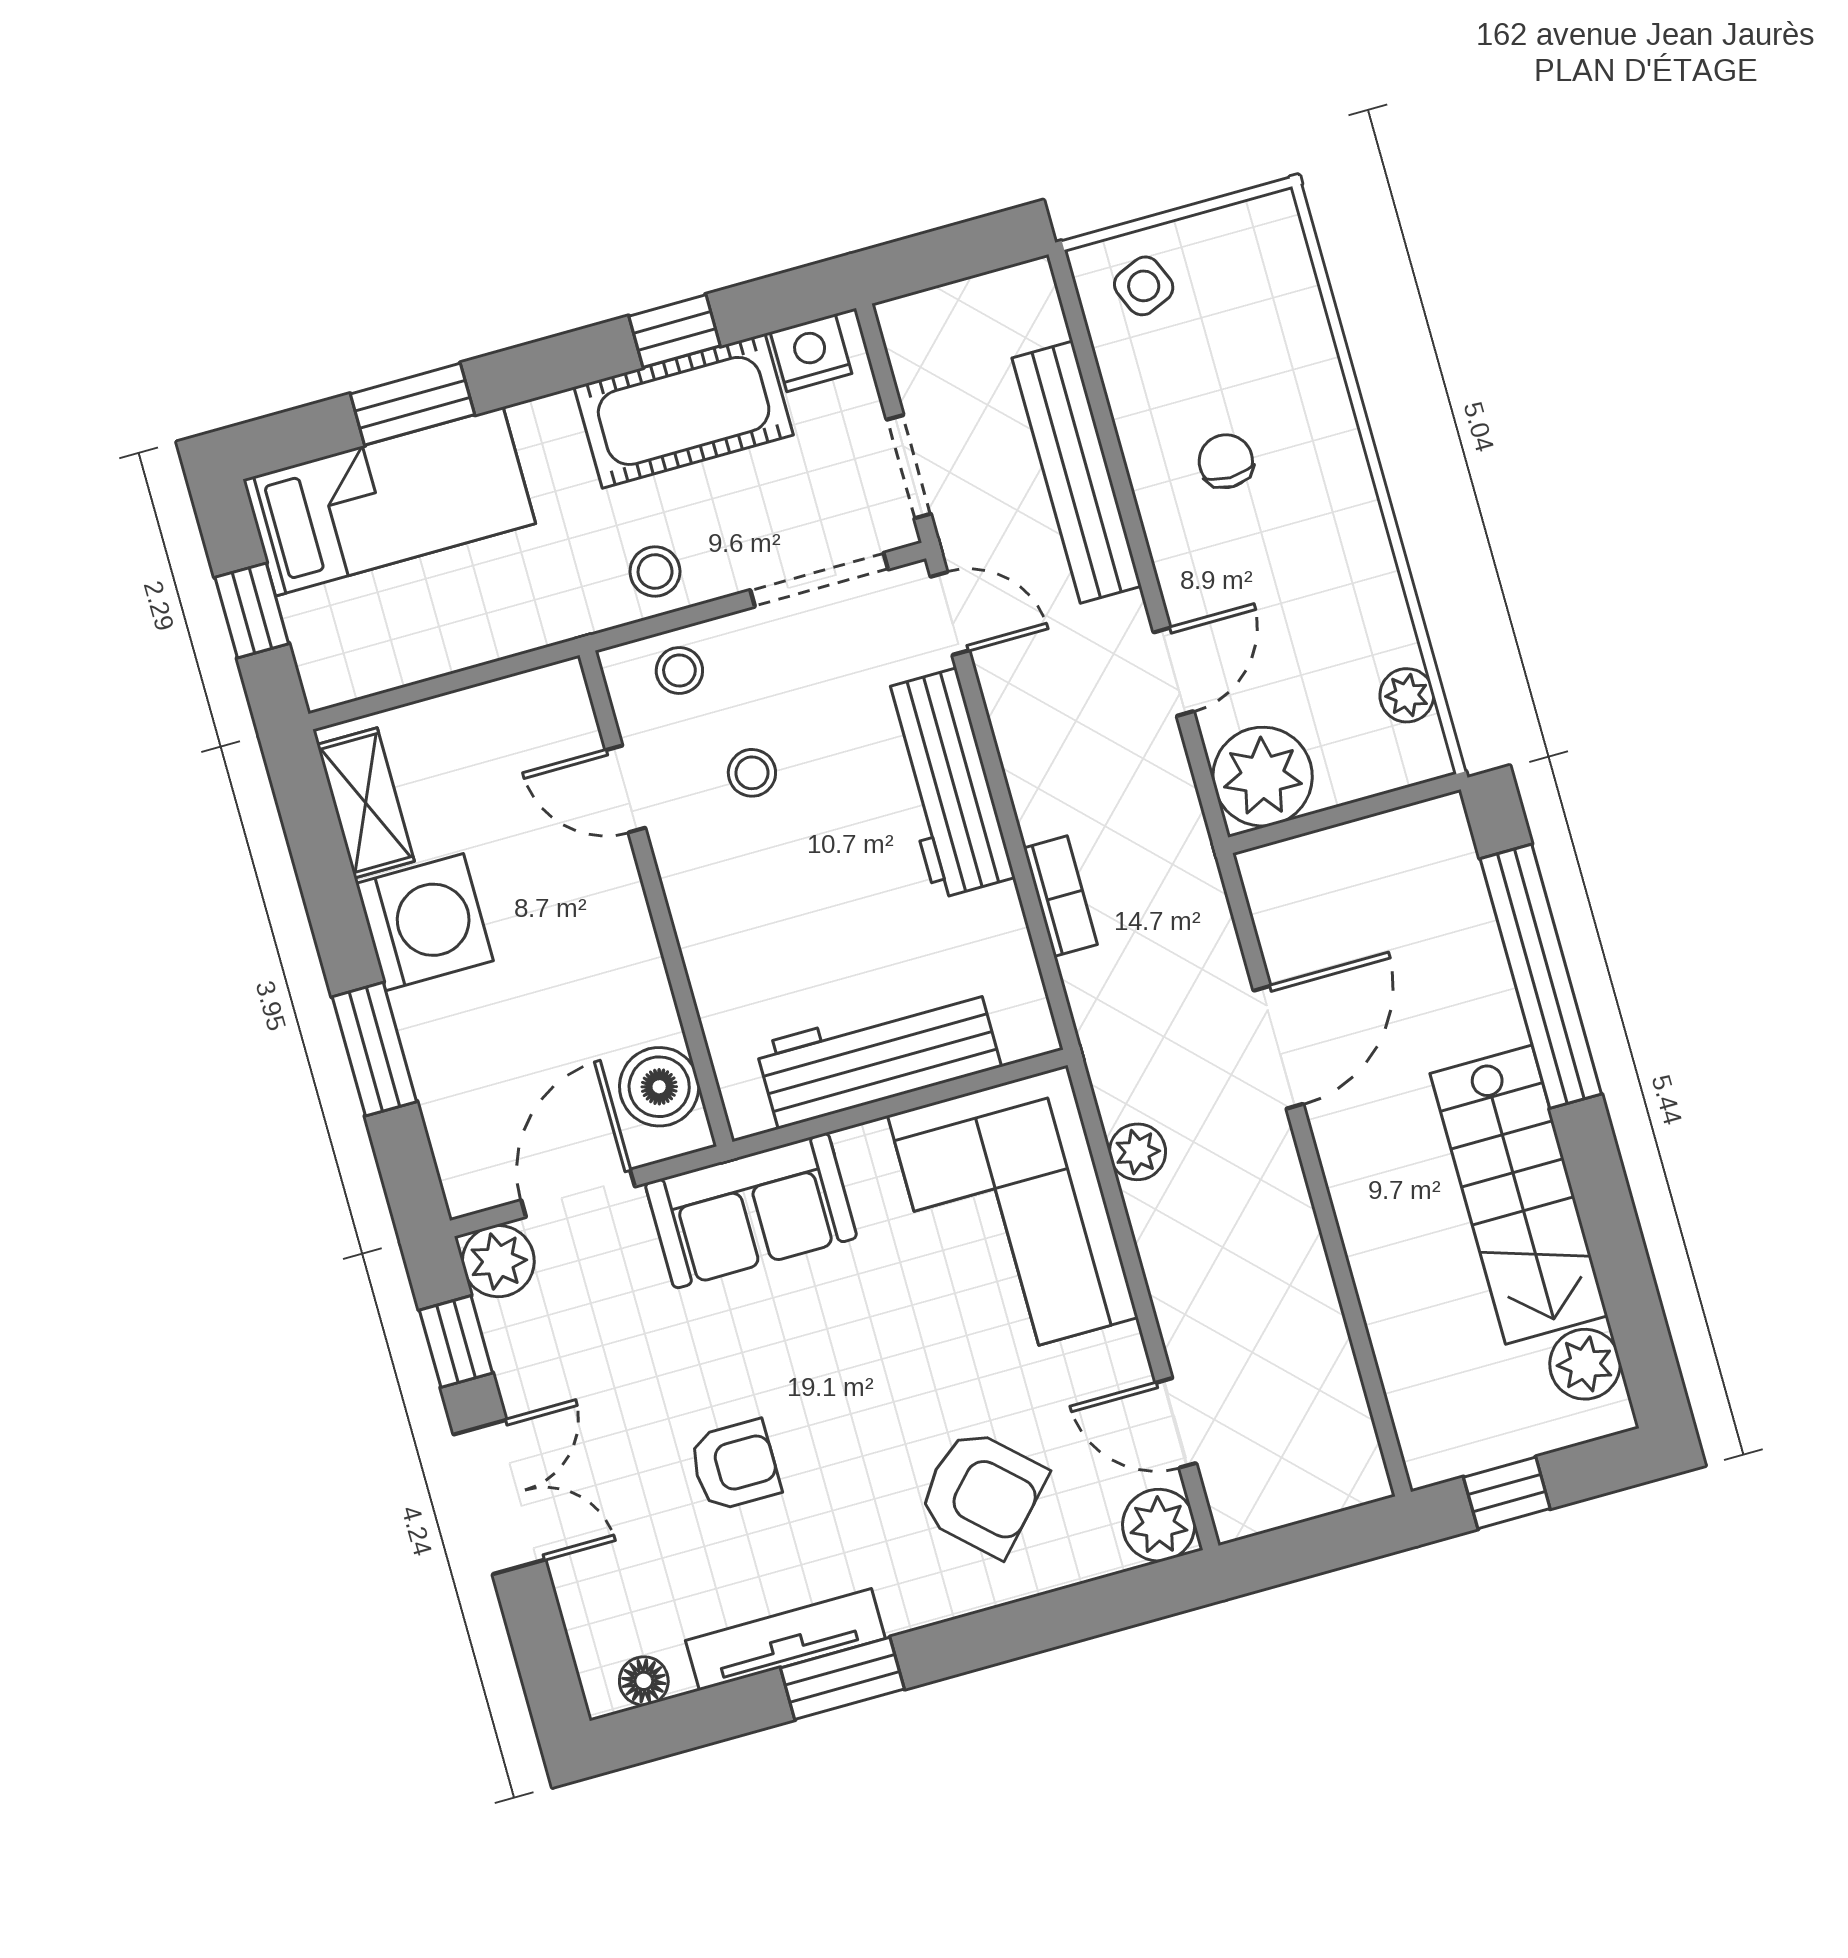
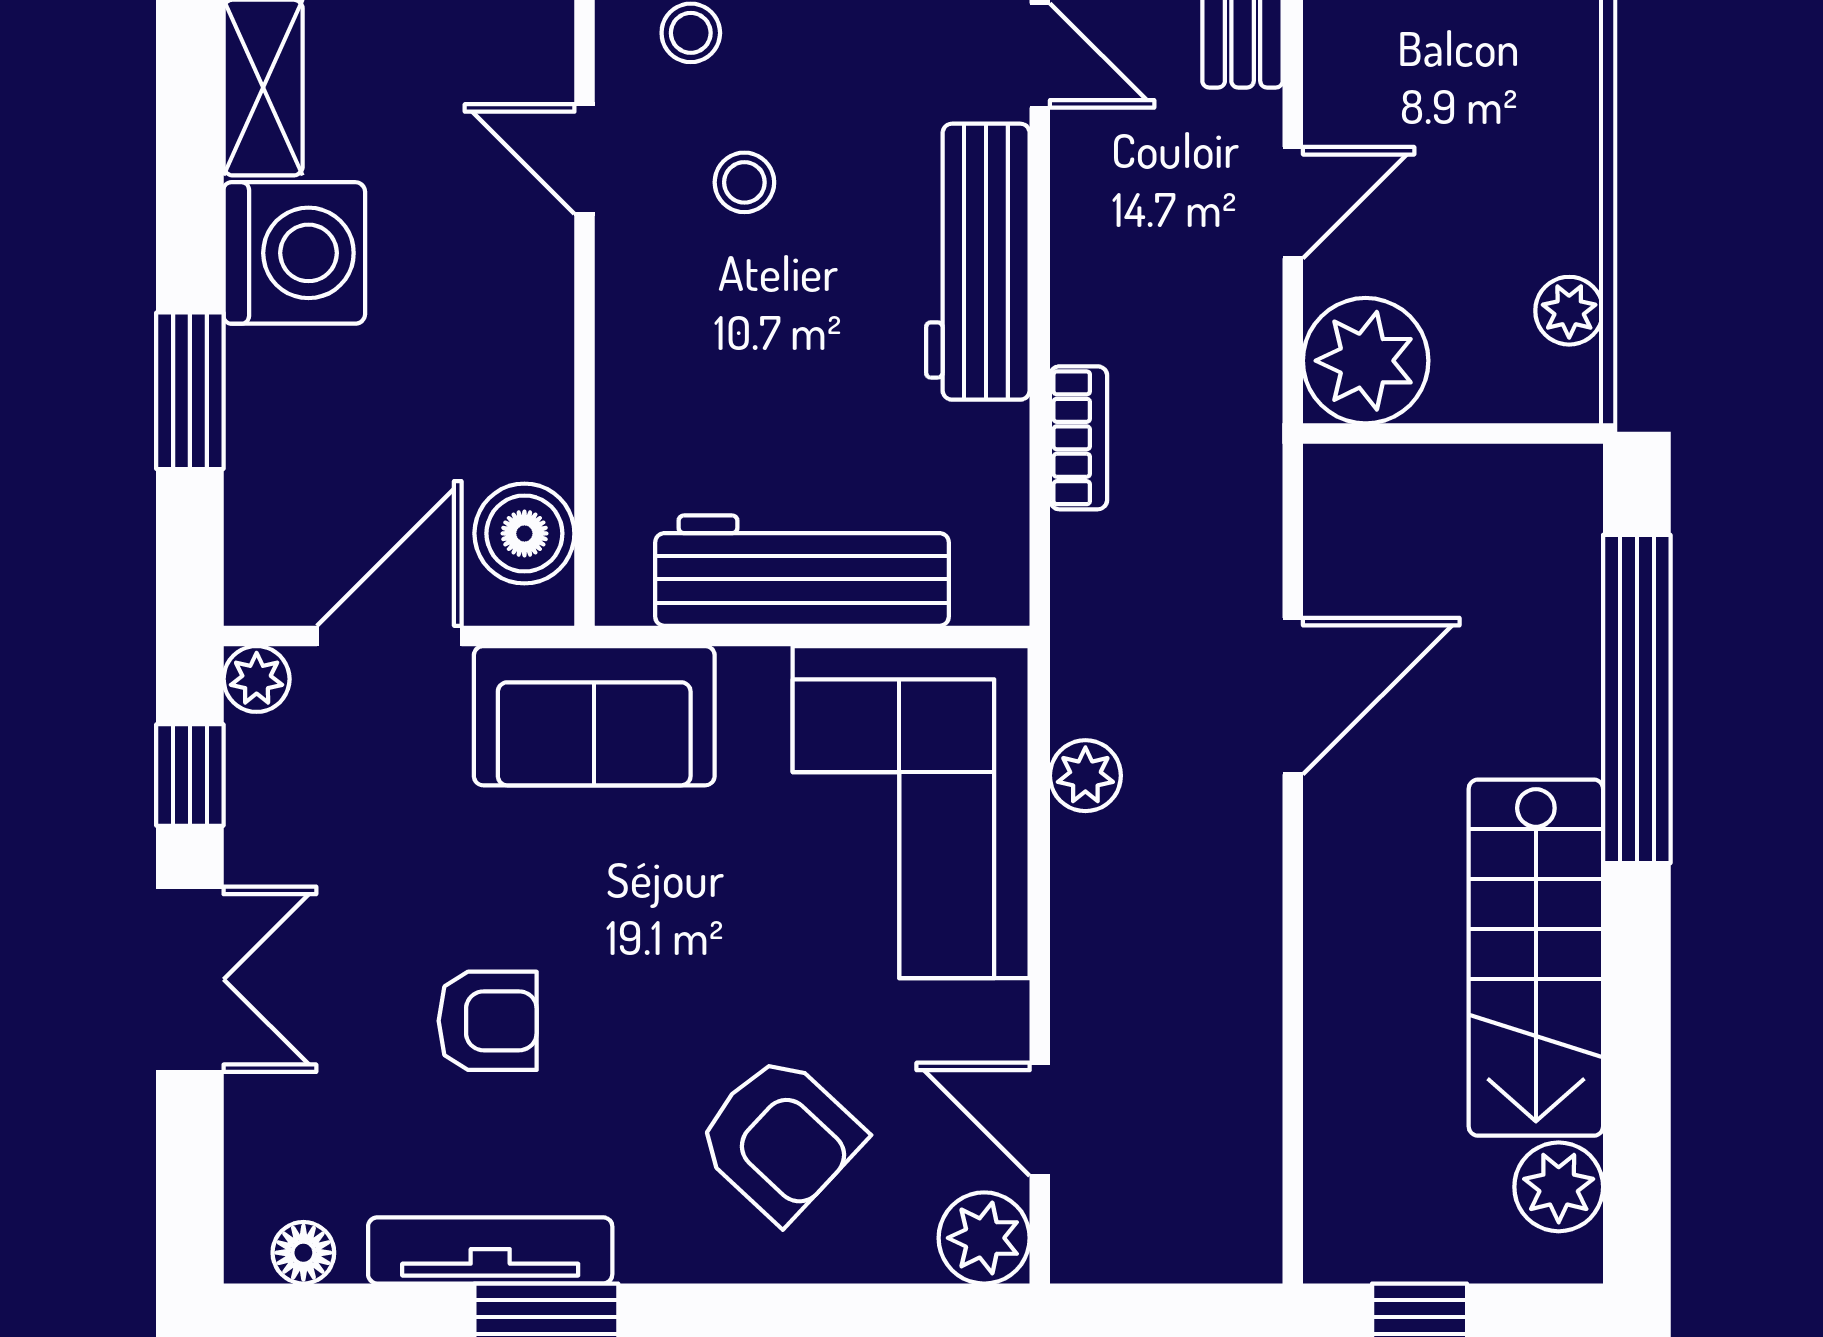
plant: (498, 1261) -> (257, 679), width x0.73, depth x0.73

